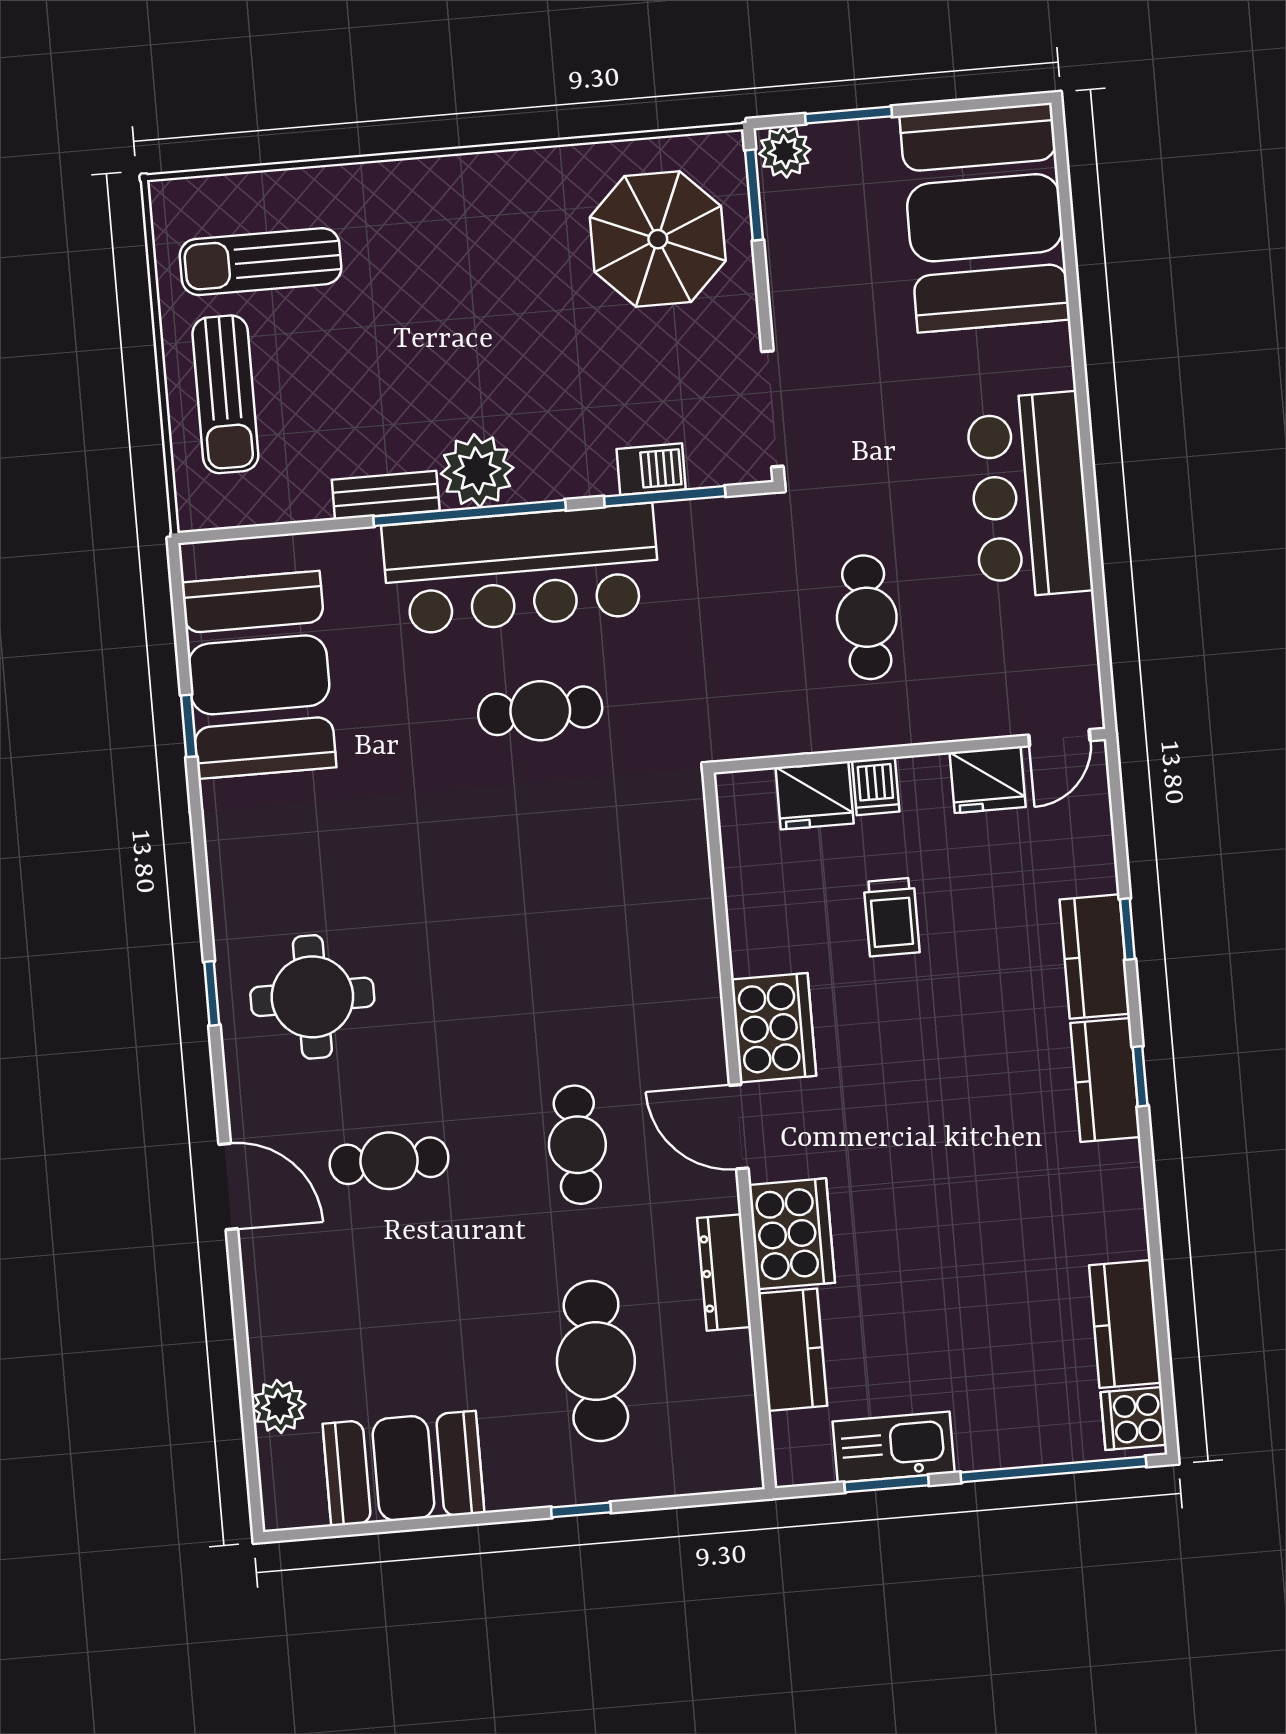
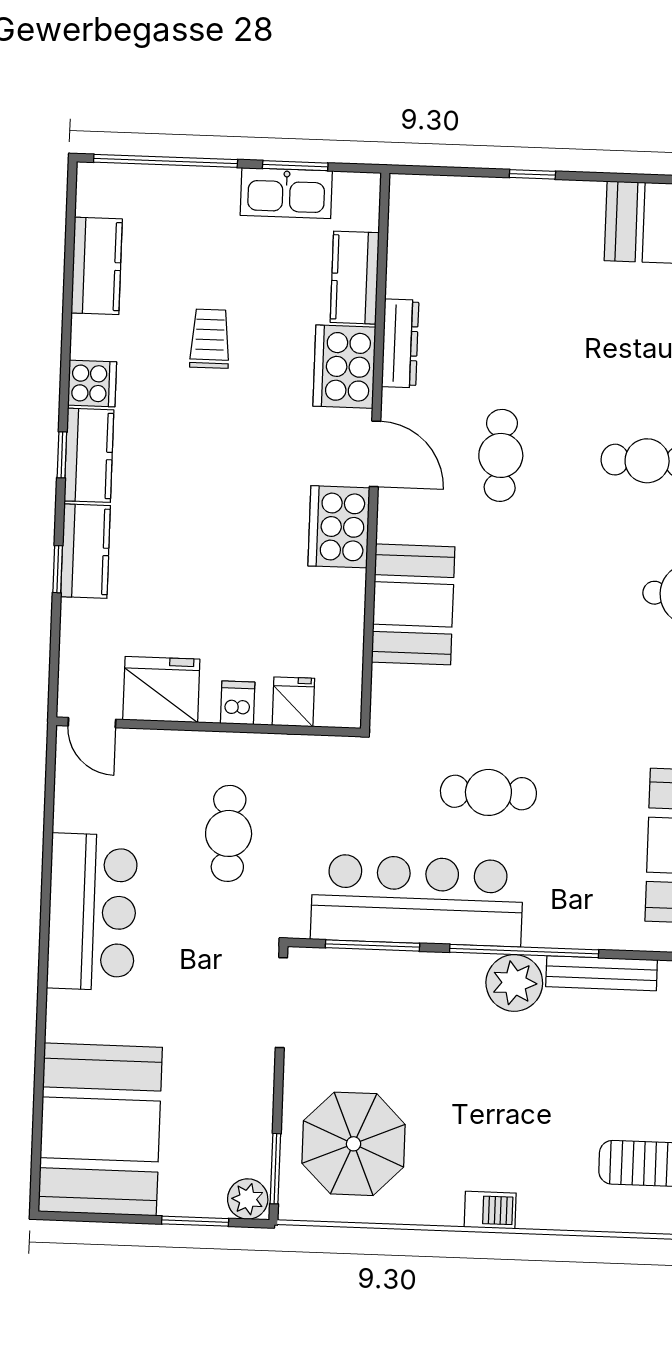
barbecue: (651, 469) -> (490, 1210), moved, turned 180
bench: (386, 495) -> (602, 973), width x1.36
bar counter: (521, 569) -> (417, 900), moved
door: (1059, 738) -> (92, 723), swing flipped
fridge: (988, 780) -> (161, 690), width x1.36, depth x1.34
fridge: (815, 795) -> (293, 702), width x0.72
trolley: (892, 917) -> (210, 339), moved
booth: (666, 940) -> (413, 604), added
cafe table: (596, 1361) -> (507, 287), removed
cooker: (1134, 1418) -> (92, 383), moved

